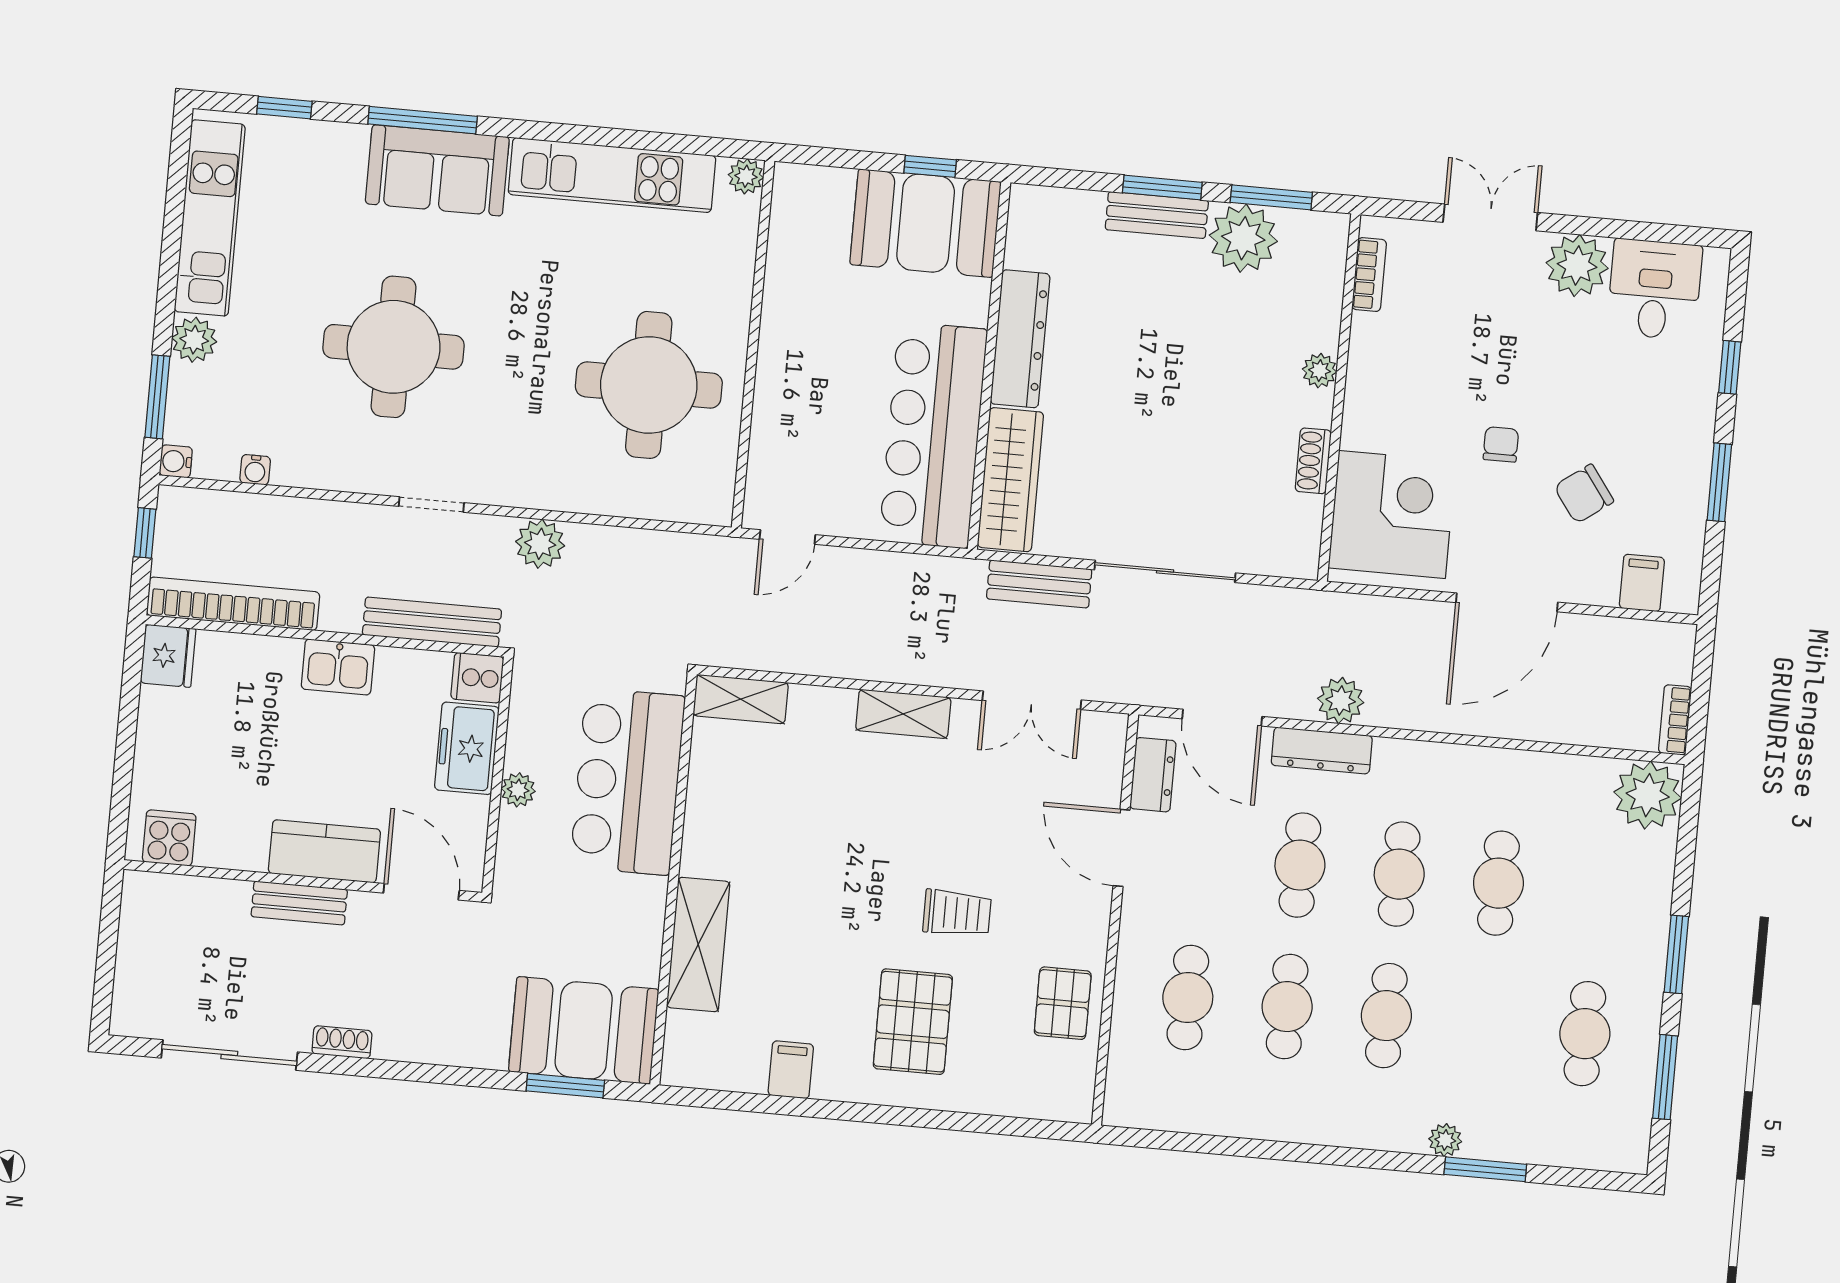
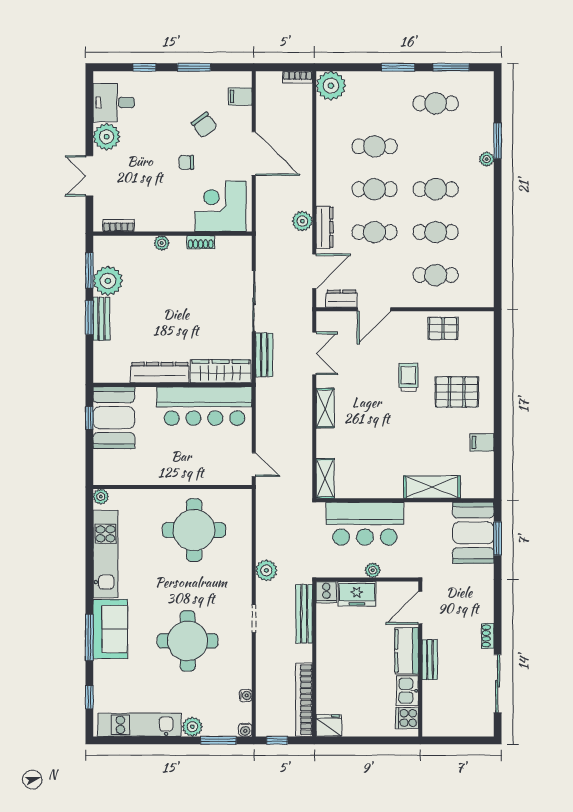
kitchen sink: (338, 667) -> (407, 691), moved, turned 180

